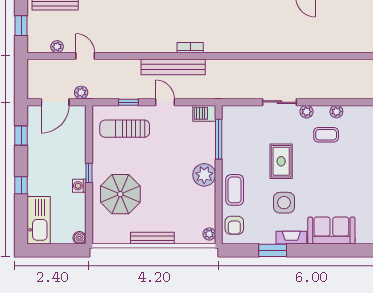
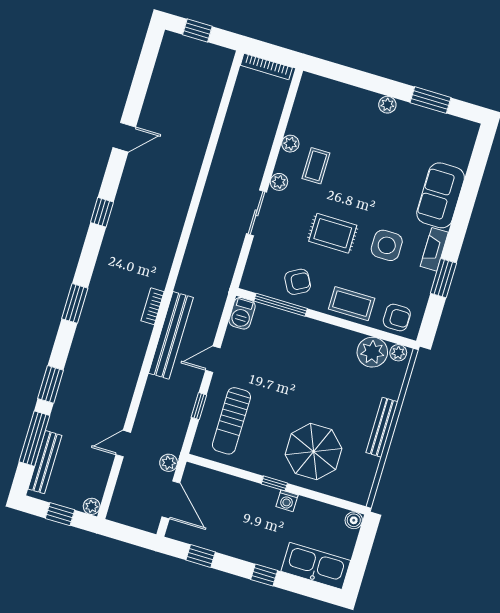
plant: (57, 47) -> (92, 506), moved
armchair: (239, 146) -> (298, 282), added
plant: (204, 175) -> (372, 352), moved

